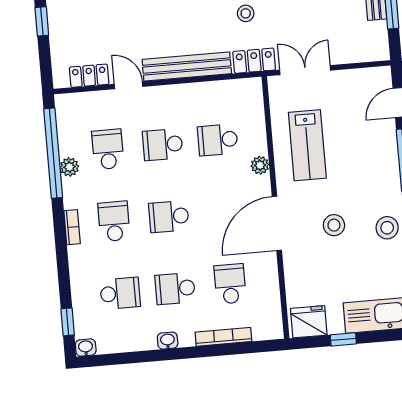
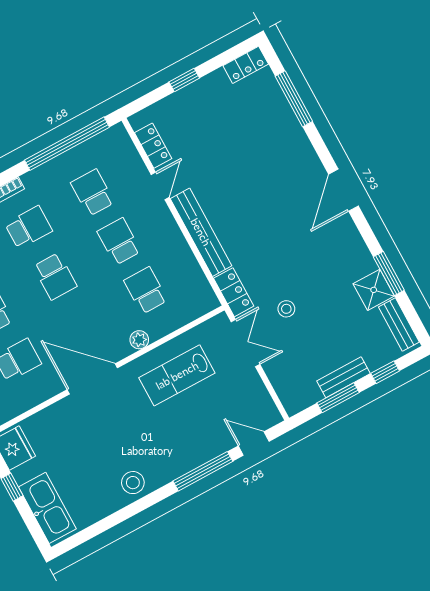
stool: (246, 13) -> (286, 309), moved
school desk: (108, 149) -> (93, 193), turned -90
plant: (69, 167) -> (61, 164), removed
school desk: (169, 217) -> (55, 276), turned 180
stool: (334, 225) -> (114, 432), removed

